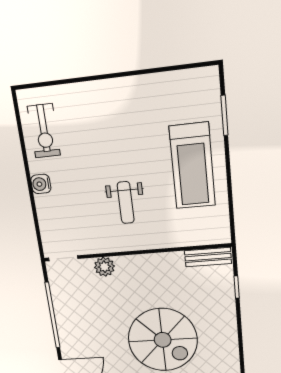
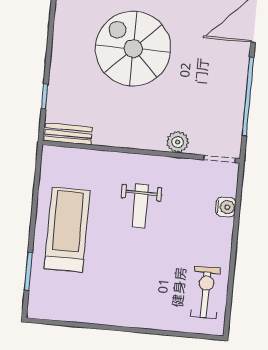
water cooler: (41, 184) -> (226, 207), moved
weight bench: (126, 203) -> (140, 206), turned 180

